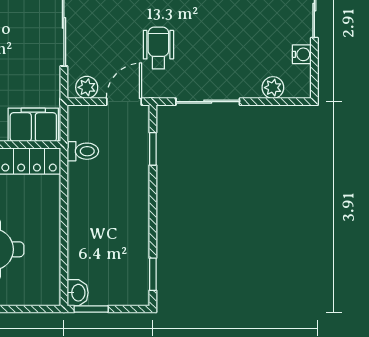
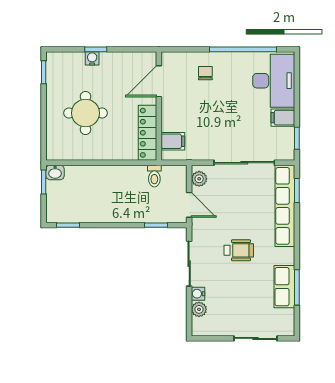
wheelchair: (158, 48) -> (239, 250), moved
water cooler: (302, 54) -> (198, 294), moved, turned 90
filing cabinet: (33, 125) -> (173, 141), width x0.50

